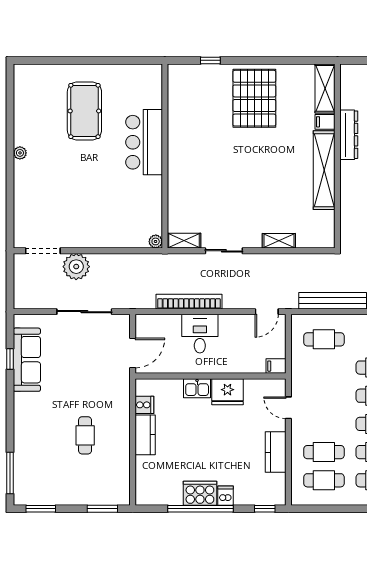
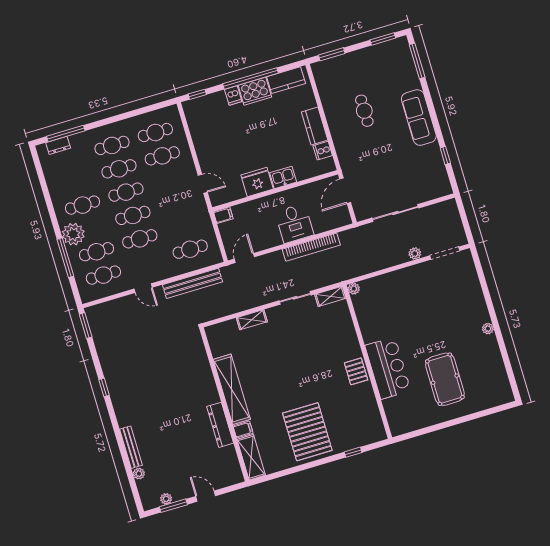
pallet: (180, 149) -> (356, 371), added
plant: (76, 267) -> (415, 253), width x0.53, depth x0.53
sofa: (27, 360) -> (419, 118), moved
kitchen counter: (276, 452) -> (286, 80), moved, turned 90

